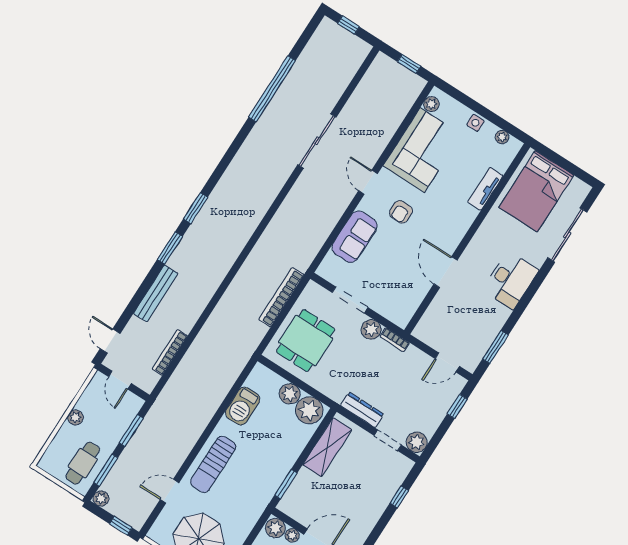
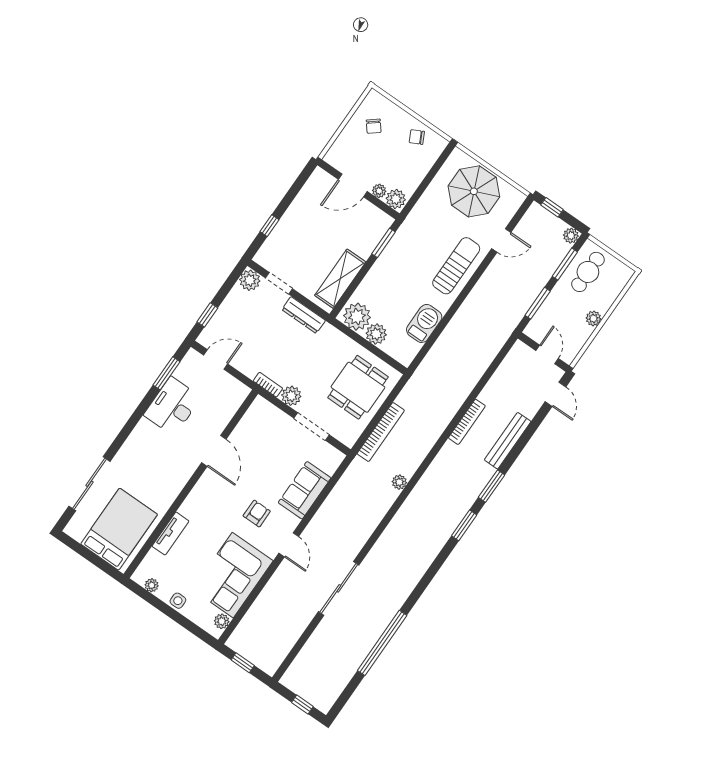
plant: (261, 248) -> (399, 482), added
desk: (510, 280) -> (172, 406), moved
bookcase: (170, 352) -> (467, 422), moved

